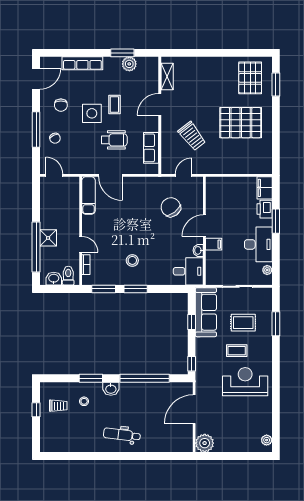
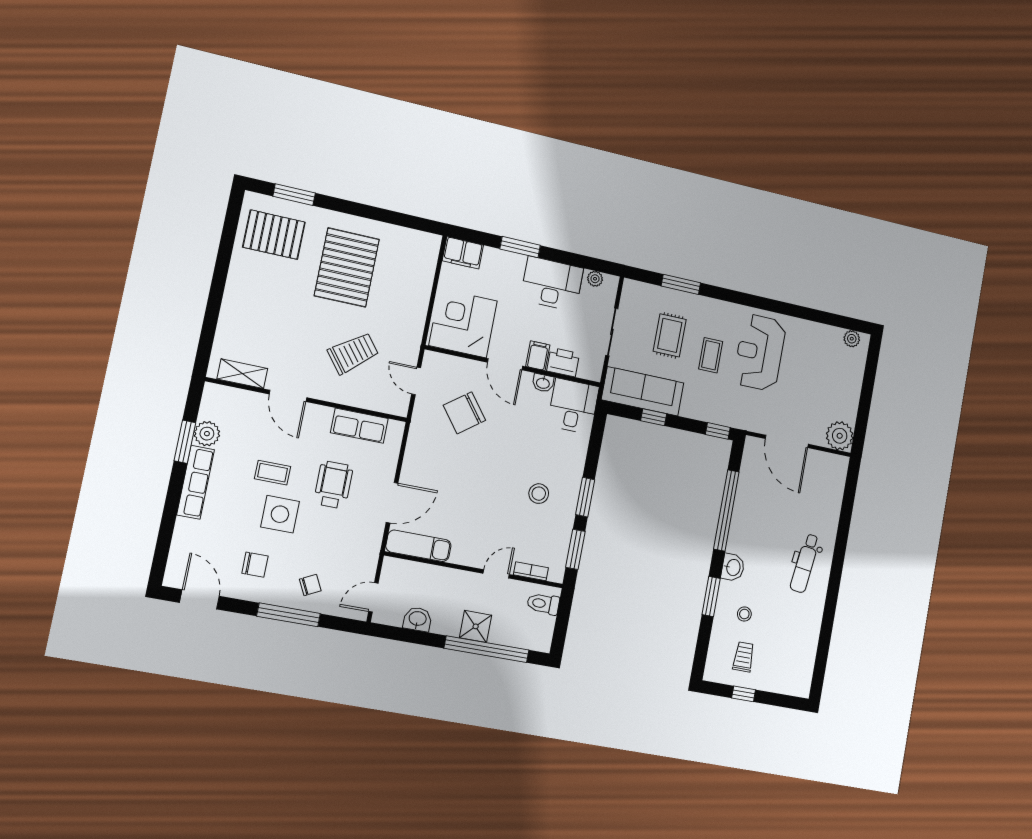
row of seats: (82, 63) -> (196, 482), moved
corner desk: (223, 196) -> (463, 323), added
printer: (265, 209) -> (563, 362), moved, turned 180
washbasin: (54, 279) -> (418, 619), moved, turned 90

